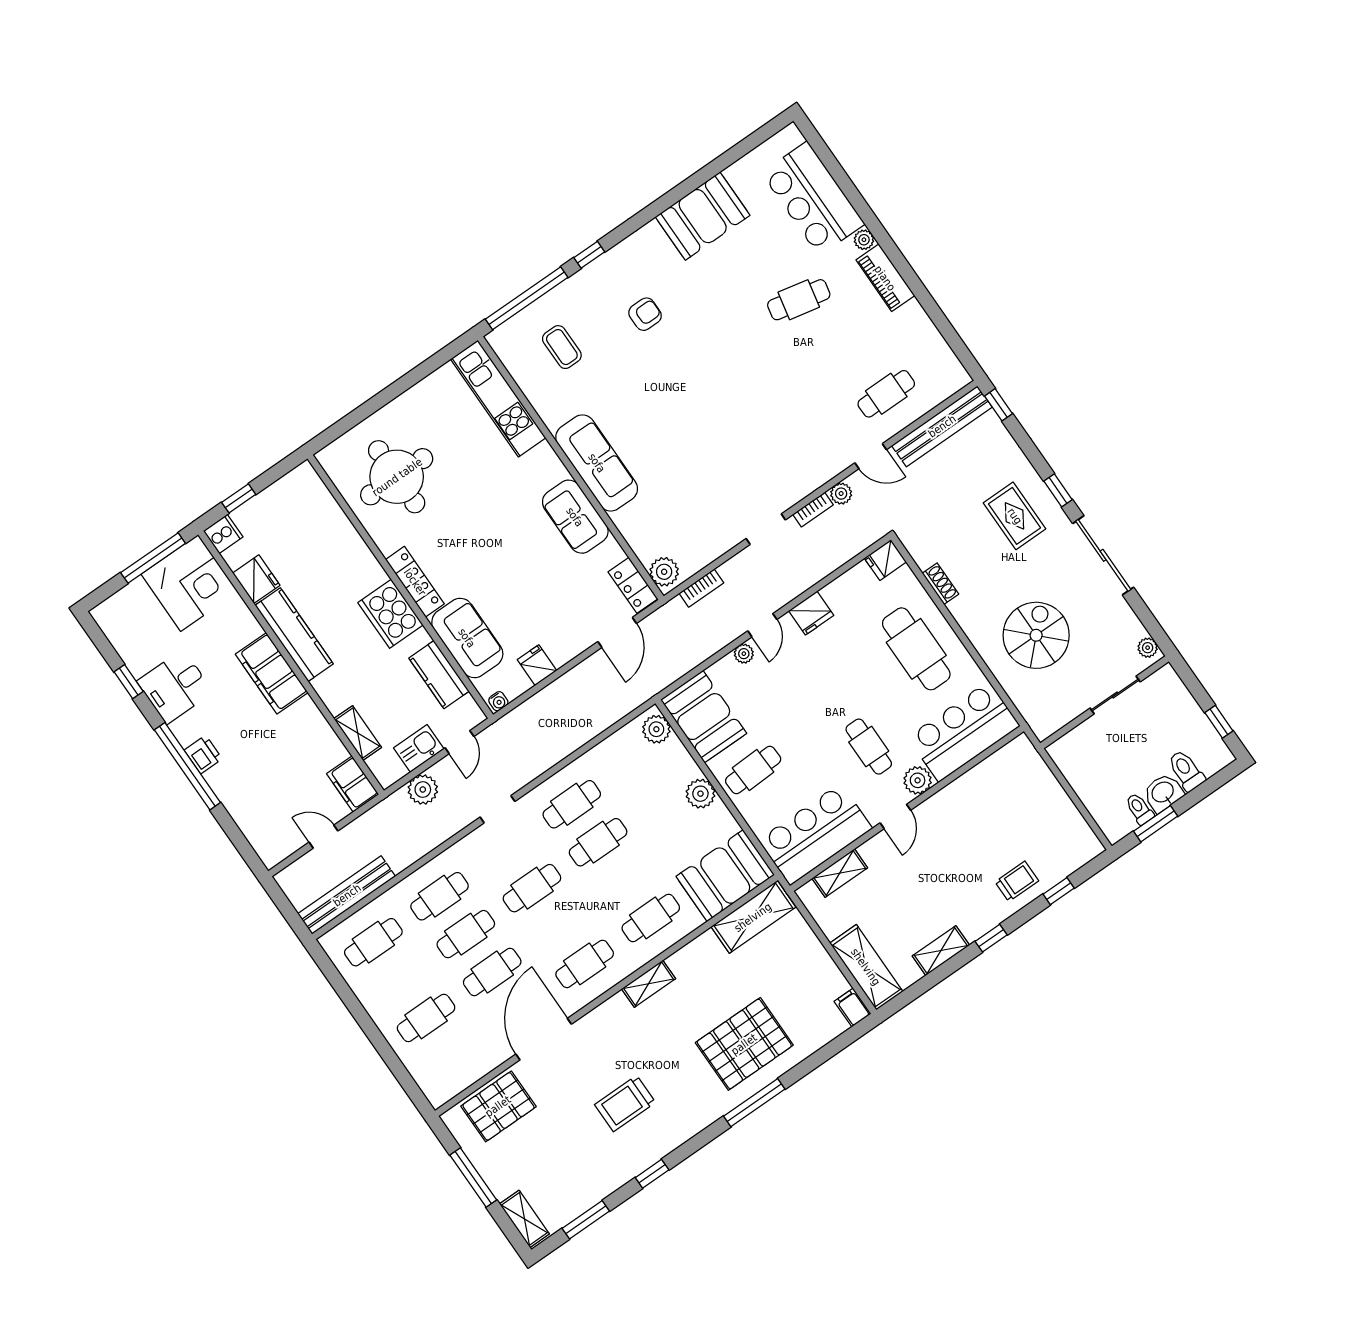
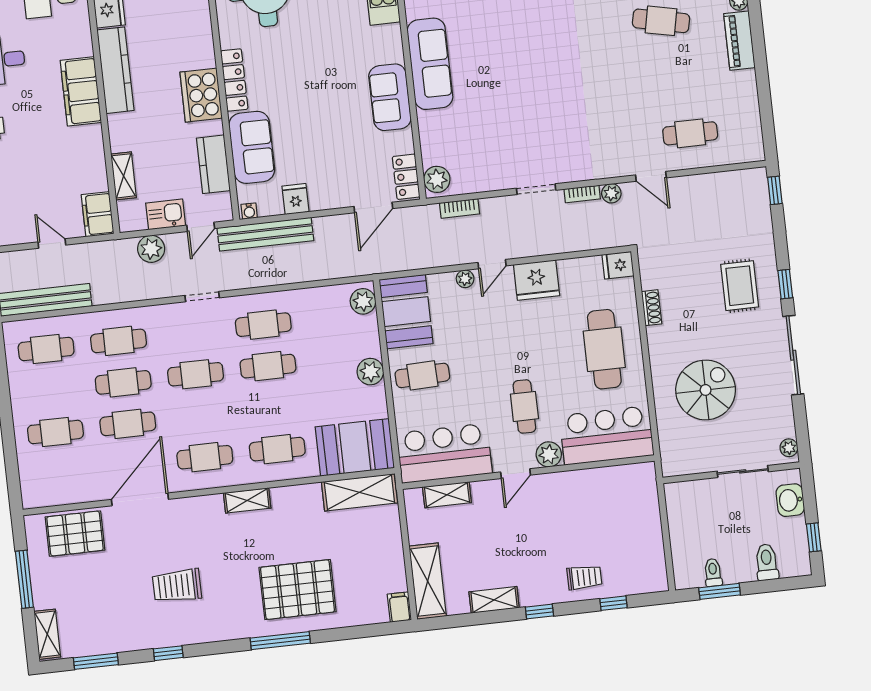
bench: (942, 426) -> (265, 234), moved
fridge: (811, 613) -> (537, 280), width x1.36, depth x1.34
washbasin: (1163, 793) -> (790, 500), moved, turned -90

